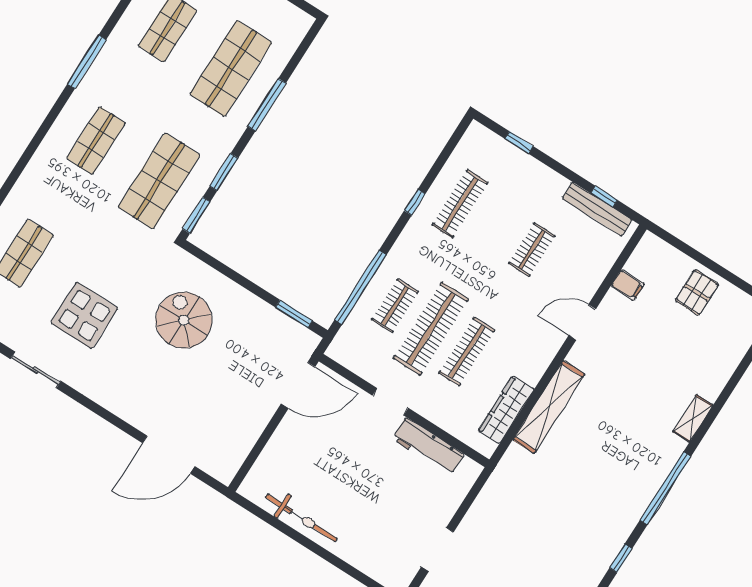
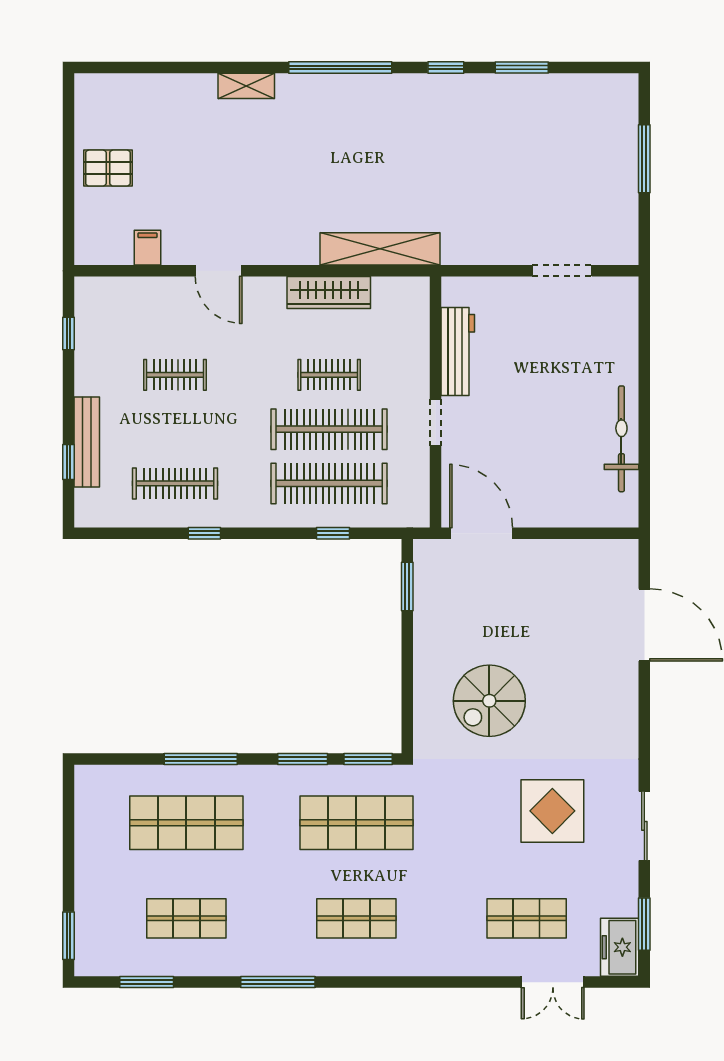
bench: (597, 209) -> (87, 442), moved
window: (360, 287) -> (333, 533), width x0.32
clothes rail: (395, 306) -> (329, 483), width x1.86, depth x1.31
clothes rail: (467, 351) -> (329, 375), width x0.73
shelving: (549, 407) -> (380, 249), moved
wardrobe: (506, 410) -> (329, 293), moved

